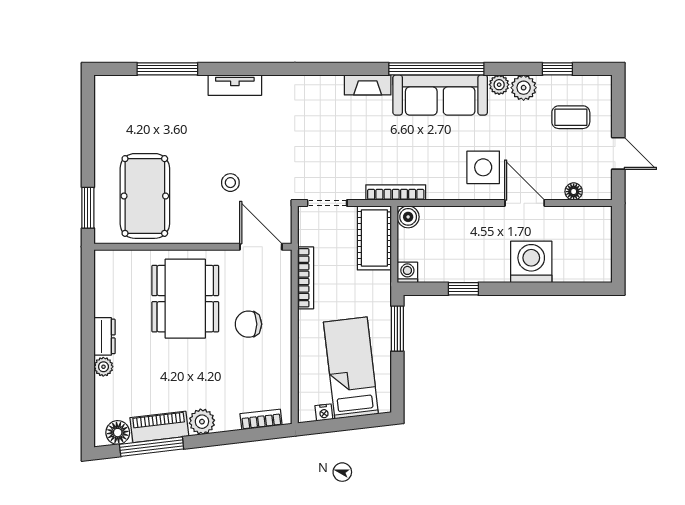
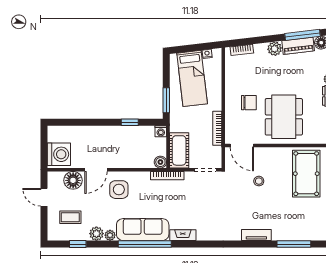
floor lamp: (574, 192) -> (73, 180), width x1.89, depth x1.89
door: (525, 203) -> (96, 170), hinge flipped
washing machine: (531, 262) -> (59, 154), moved, turned -90

